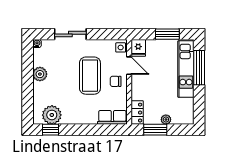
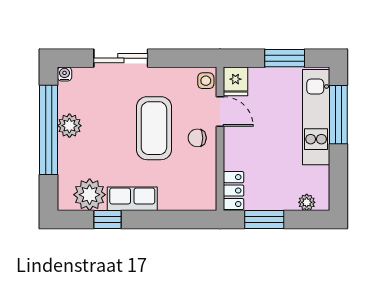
window: (28, 77) -> (49, 130), added
row of seats: (112, 117) -> (132, 199), moved
plant: (166, 120) -> (307, 202), moved
window: (51, 130) -> (108, 220), moved

